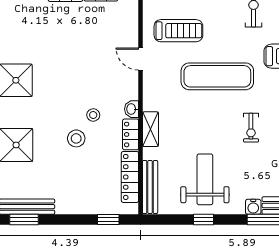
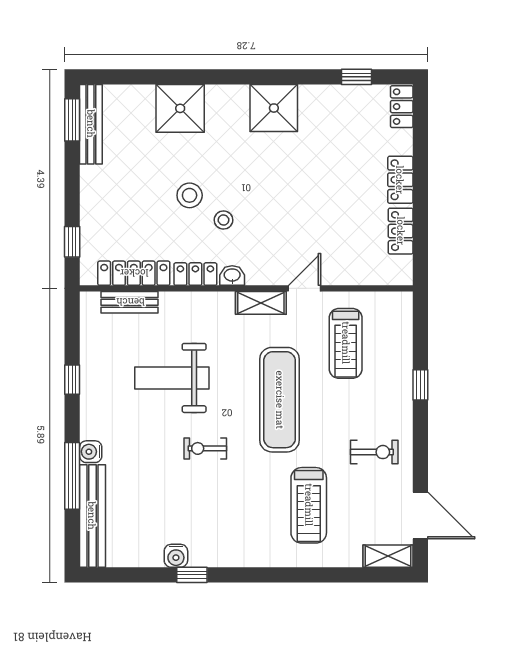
shelving: (150, 129) -> (261, 303), moved
weight bench: (205, 179) -> (172, 378), moved, turned 180
bench: (150, 187) -> (130, 302), width x0.73

